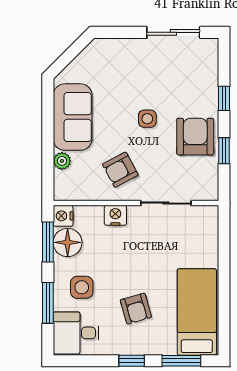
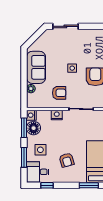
sliding door: (173, 32) -> (65, 26), moved
armchair: (120, 170) -> (59, 93), turned -152
window: (132, 361) -> (47, 185), moved

